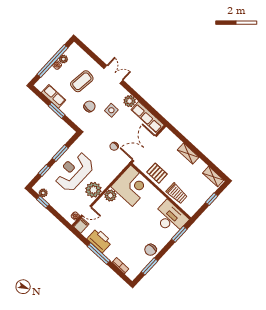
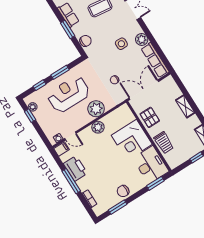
chair: (89, 106) -> (85, 41), moved
corner desk: (132, 186) -> (132, 140), moved, turned 90
plant: (93, 190) -> (96, 109), moved

